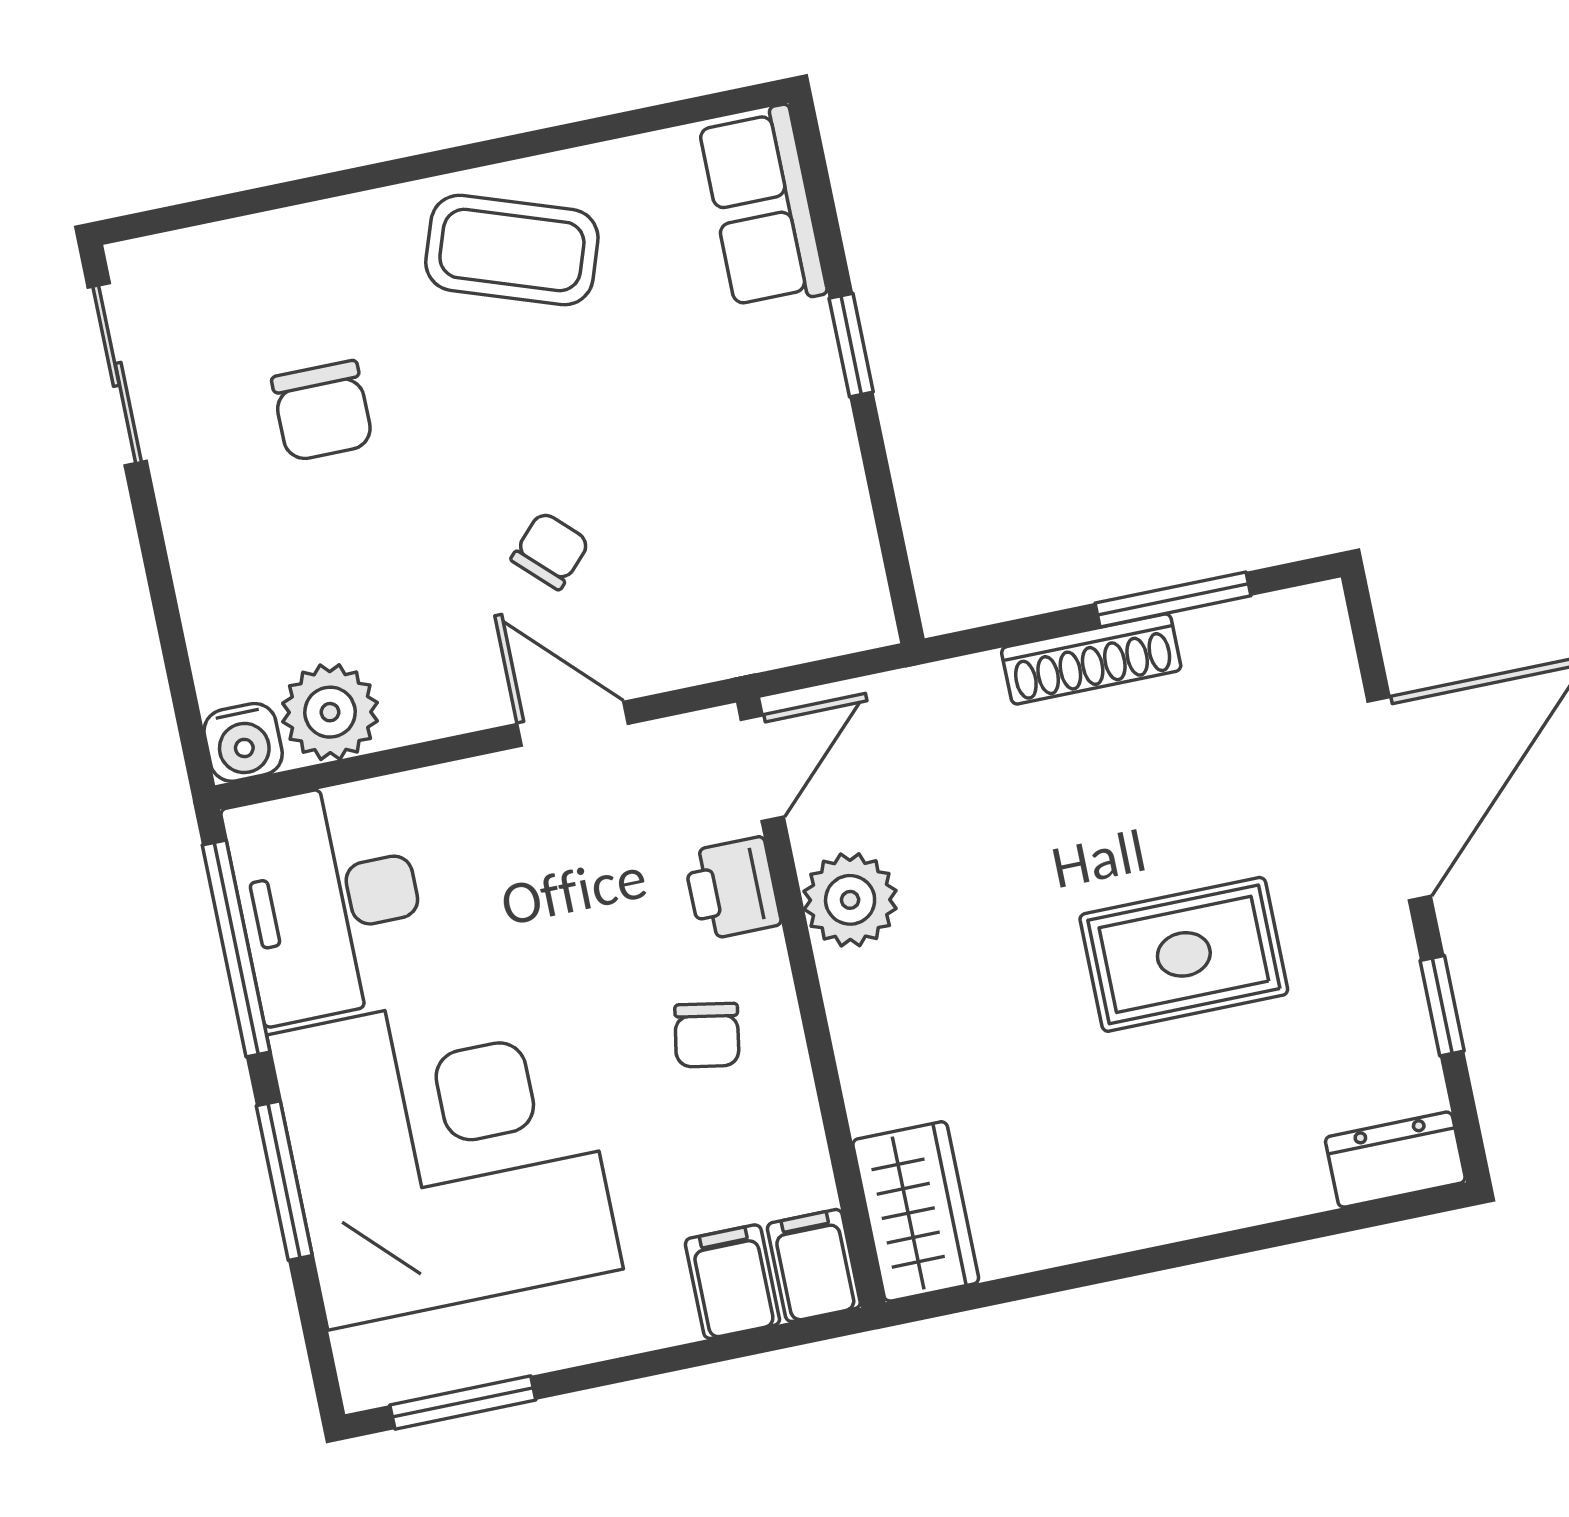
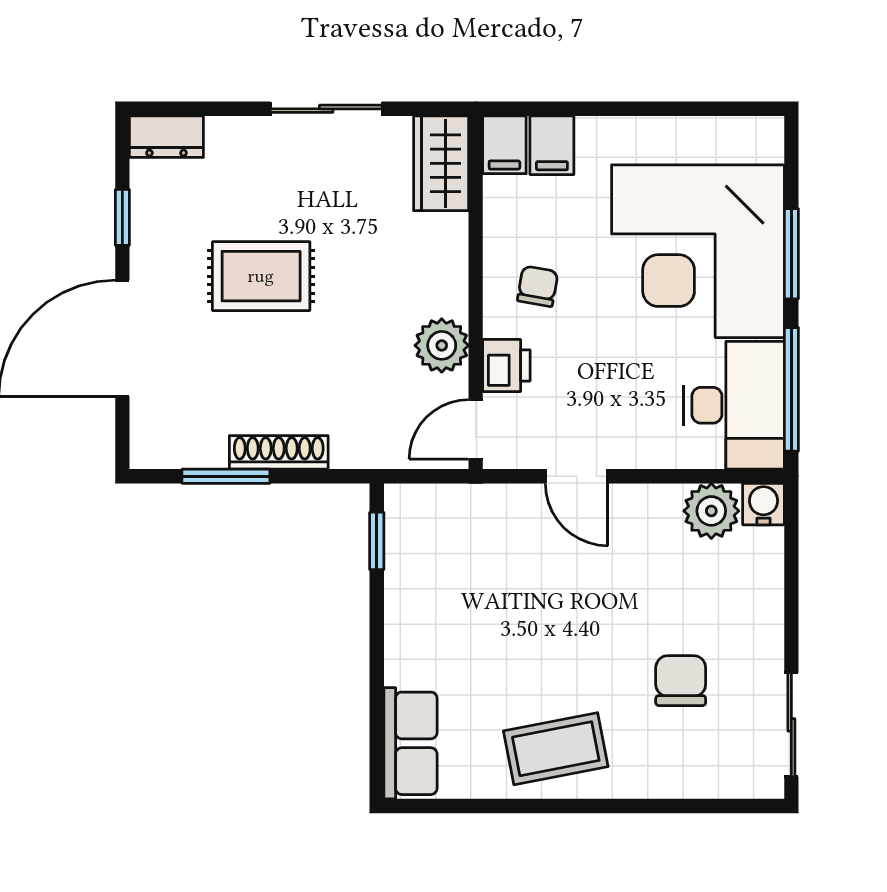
coffee table: (512, 250) -> (556, 749), turned -30
window: (851, 345) -> (377, 541), moved
chair: (550, 551) -> (569, 576), removed
sliding door: (1132, 1264) -> (326, 109), added
window: (463, 1403) -> (717, 109), removed

